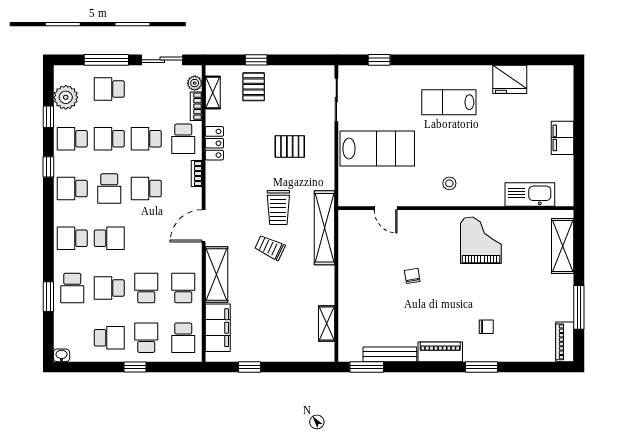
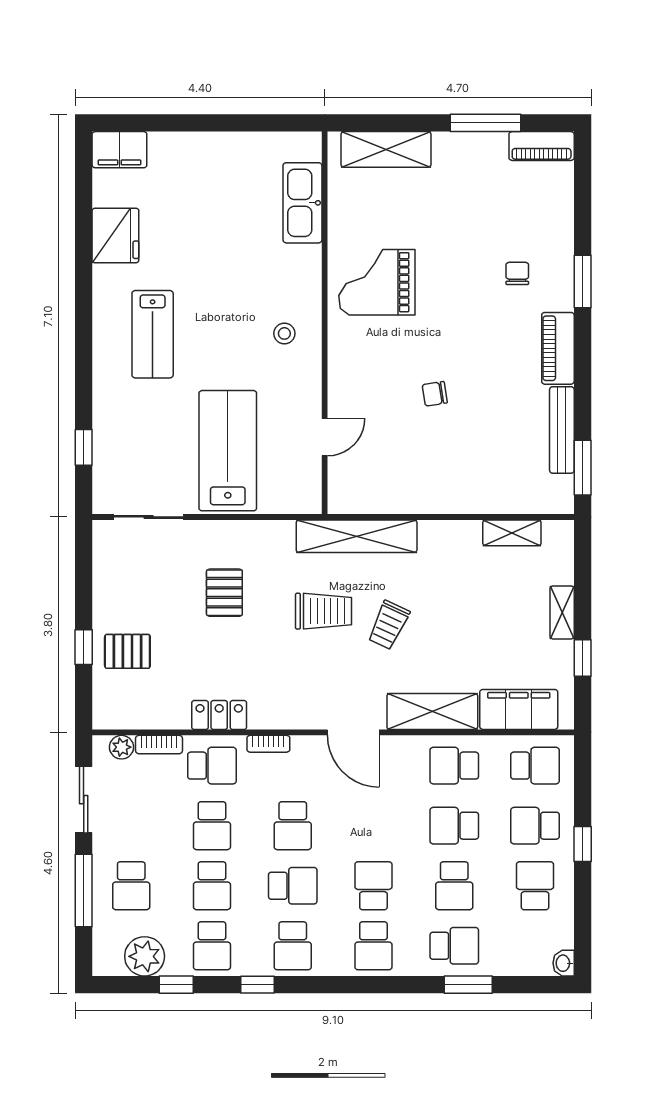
shelving: (213, 93) -> (562, 612), moved, turned 90
filing cabinet: (563, 138) -> (119, 150), moved

